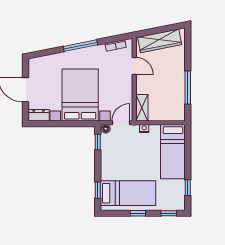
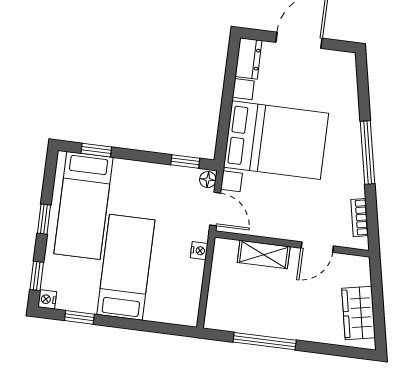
wardrobe: (160, 41) -> (359, 313), width x0.67
shelving: (142, 108) -> (264, 255), moved
bed: (173, 152) -> (126, 267), moved, turned 90
nightstand: (180, 206) -> (47, 299), added

